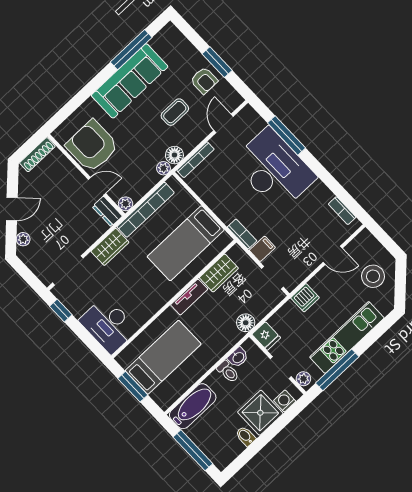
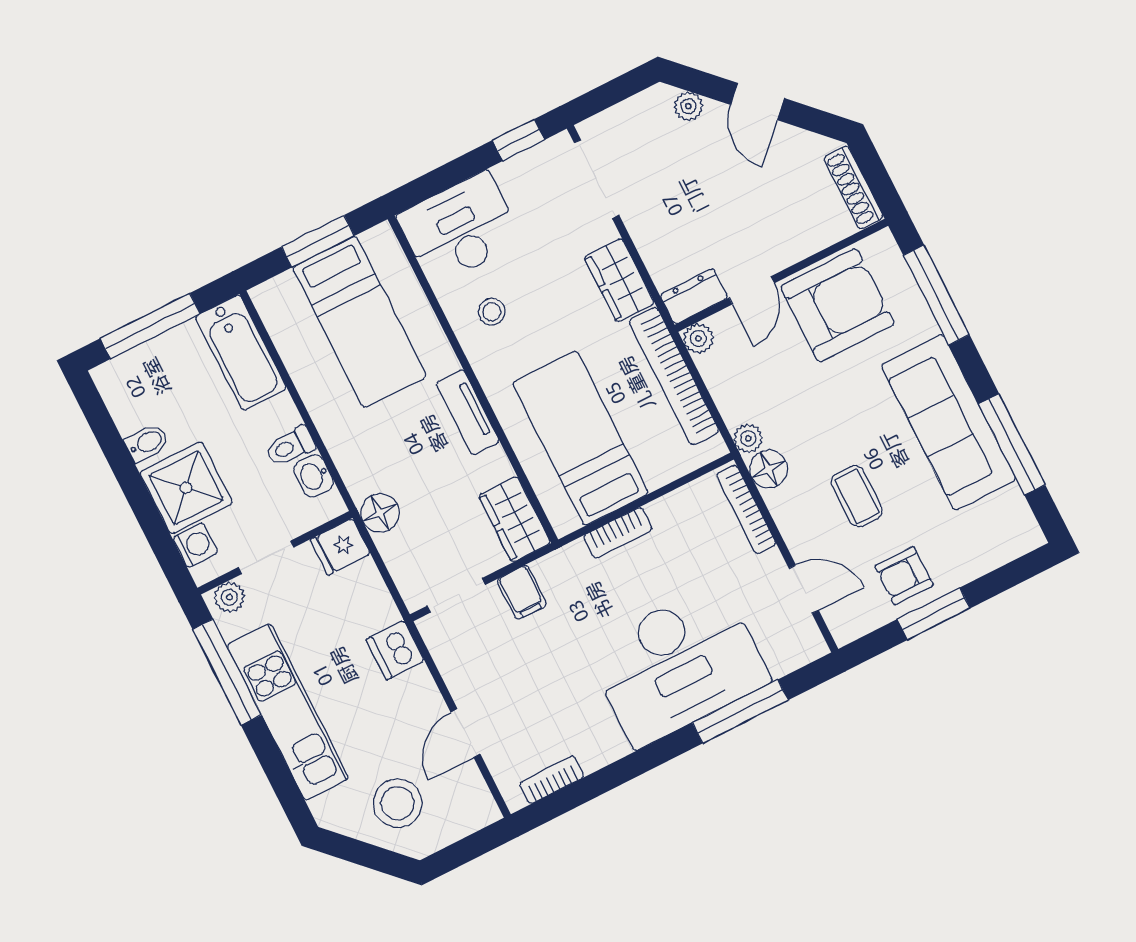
window: (74, 103) -> (936, 295), added
bookcase: (242, 234) -> (618, 533), moved
wardrobe: (219, 273) -> (515, 519), moved
stool: (141, 300) -> (492, 312), added

